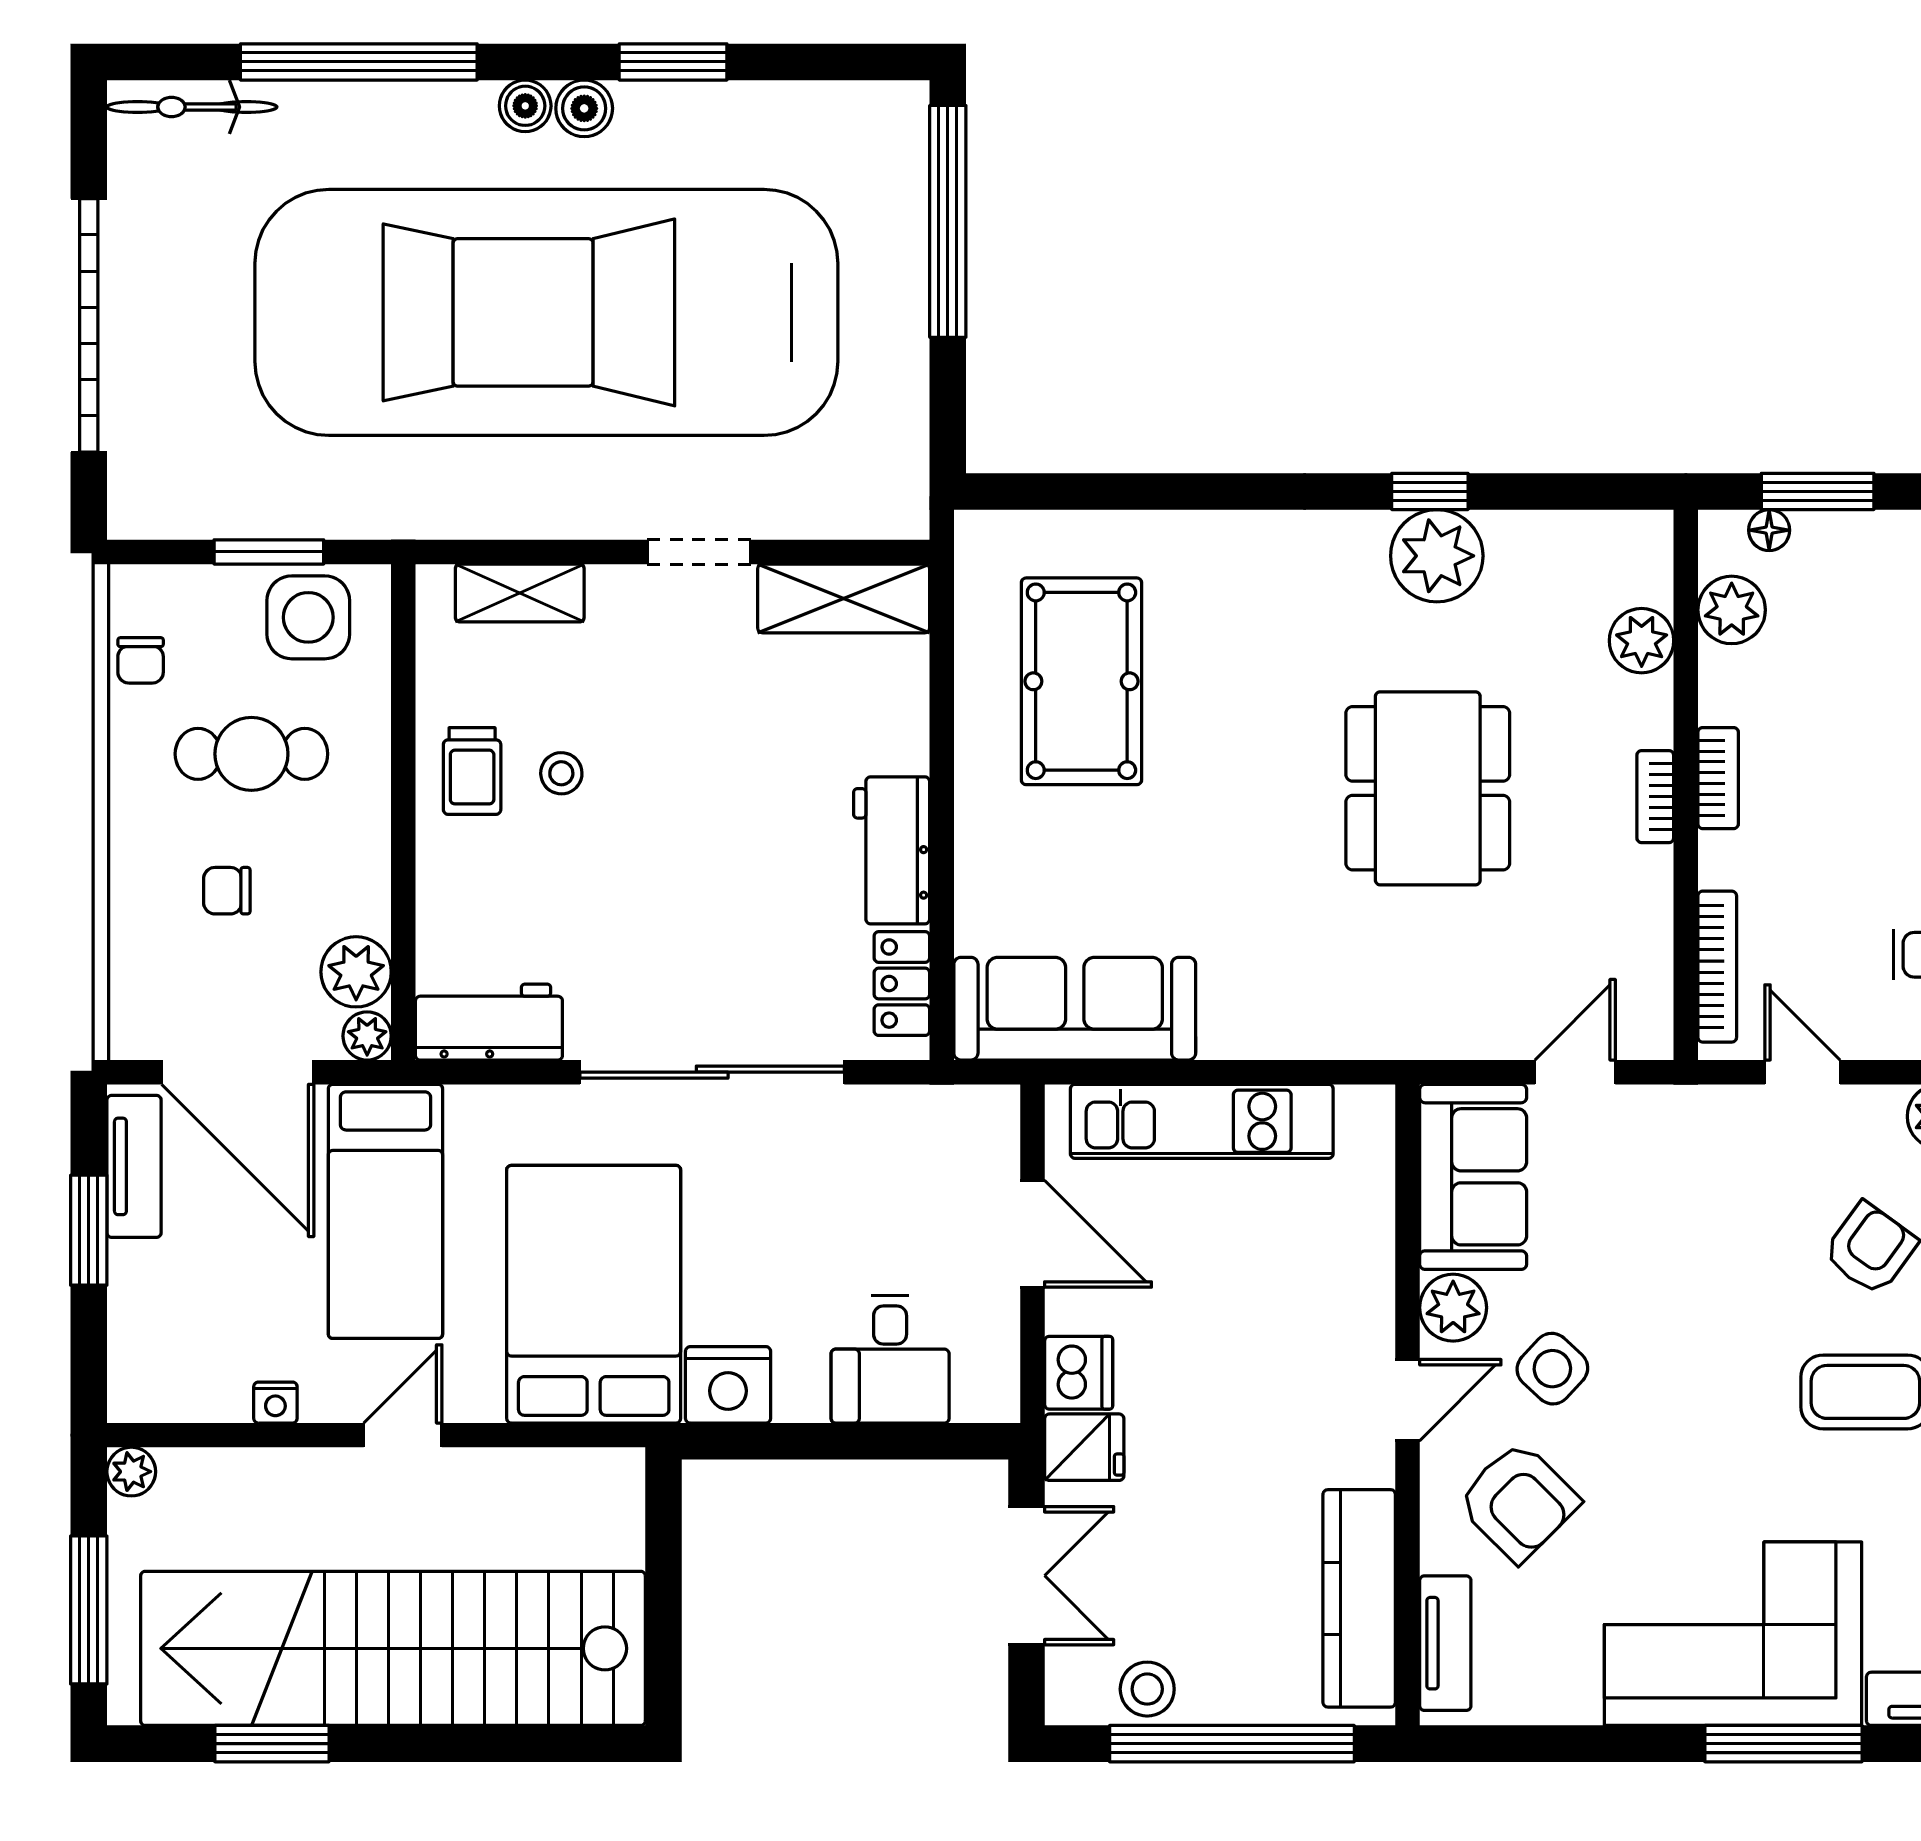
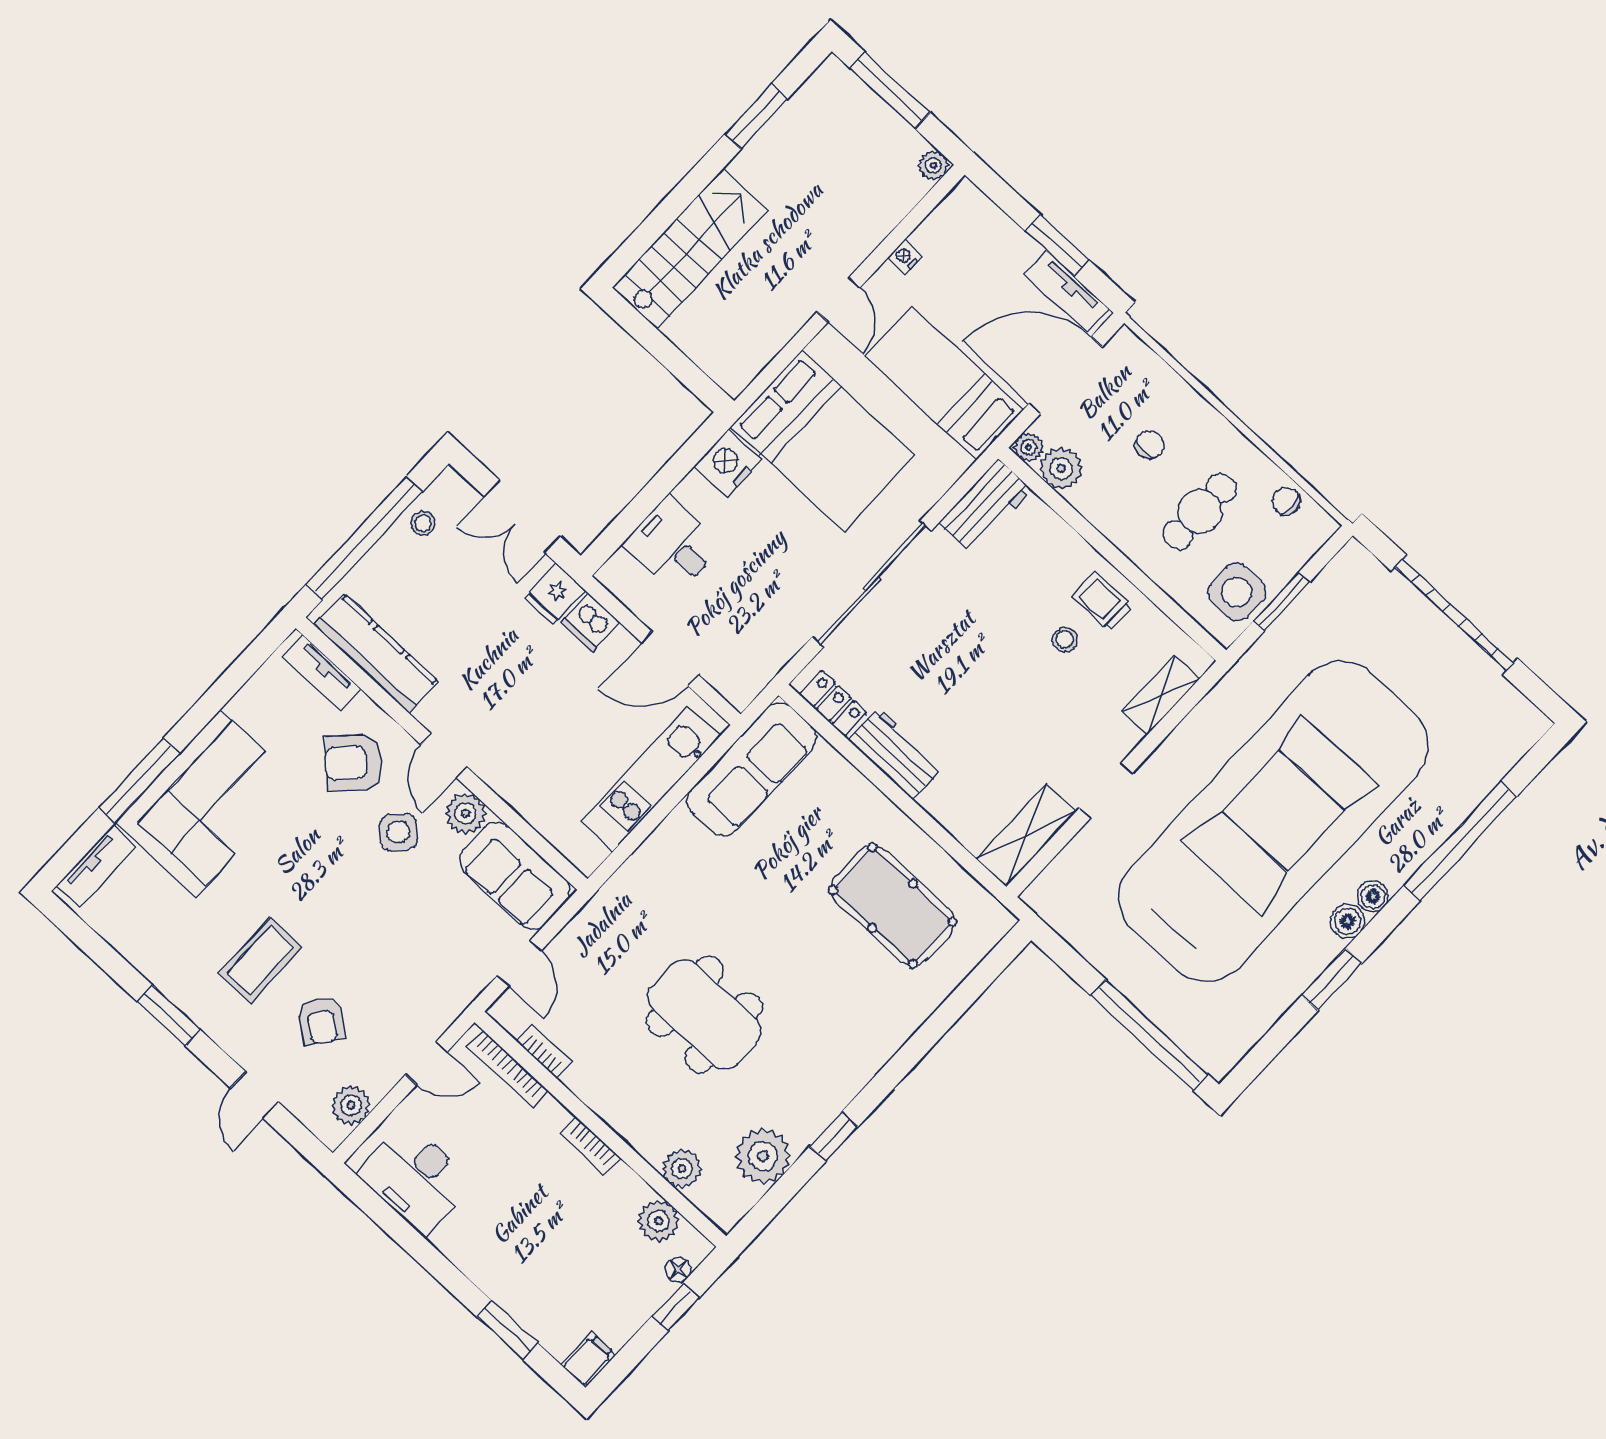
bicycle: (192, 107) -> (1508, 749), removed
window: (1818, 491) -> (675, 1307), width x0.67
plant: (1437, 556) -> (763, 1156), moved
bookcase: (1655, 797) -> (544, 1052), moved
stairs: (393, 1648) -> (690, 249), width x0.54, depth x0.66
stool: (1147, 1689) -> (423, 523), width x0.73, depth x0.73

